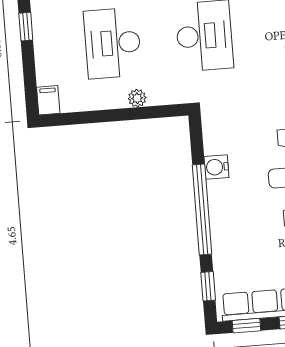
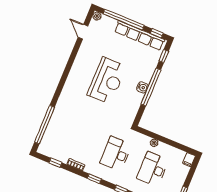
desk: (113, 43) -> (153, 169), turned 180
water cooler: (216, 167) -> (142, 87), moved

